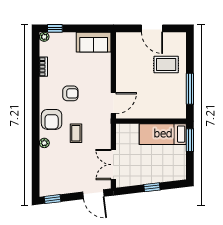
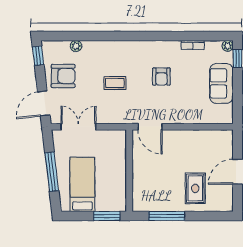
sofa: (94, 42) -> (221, 83), moved
armchair: (52, 119) -> (63, 76), moved, turned 180
bed: (163, 134) -> (82, 184), moved
plant: (44, 143) -> (76, 46), moved
window: (152, 187) -> (52, 172), width x2.17

